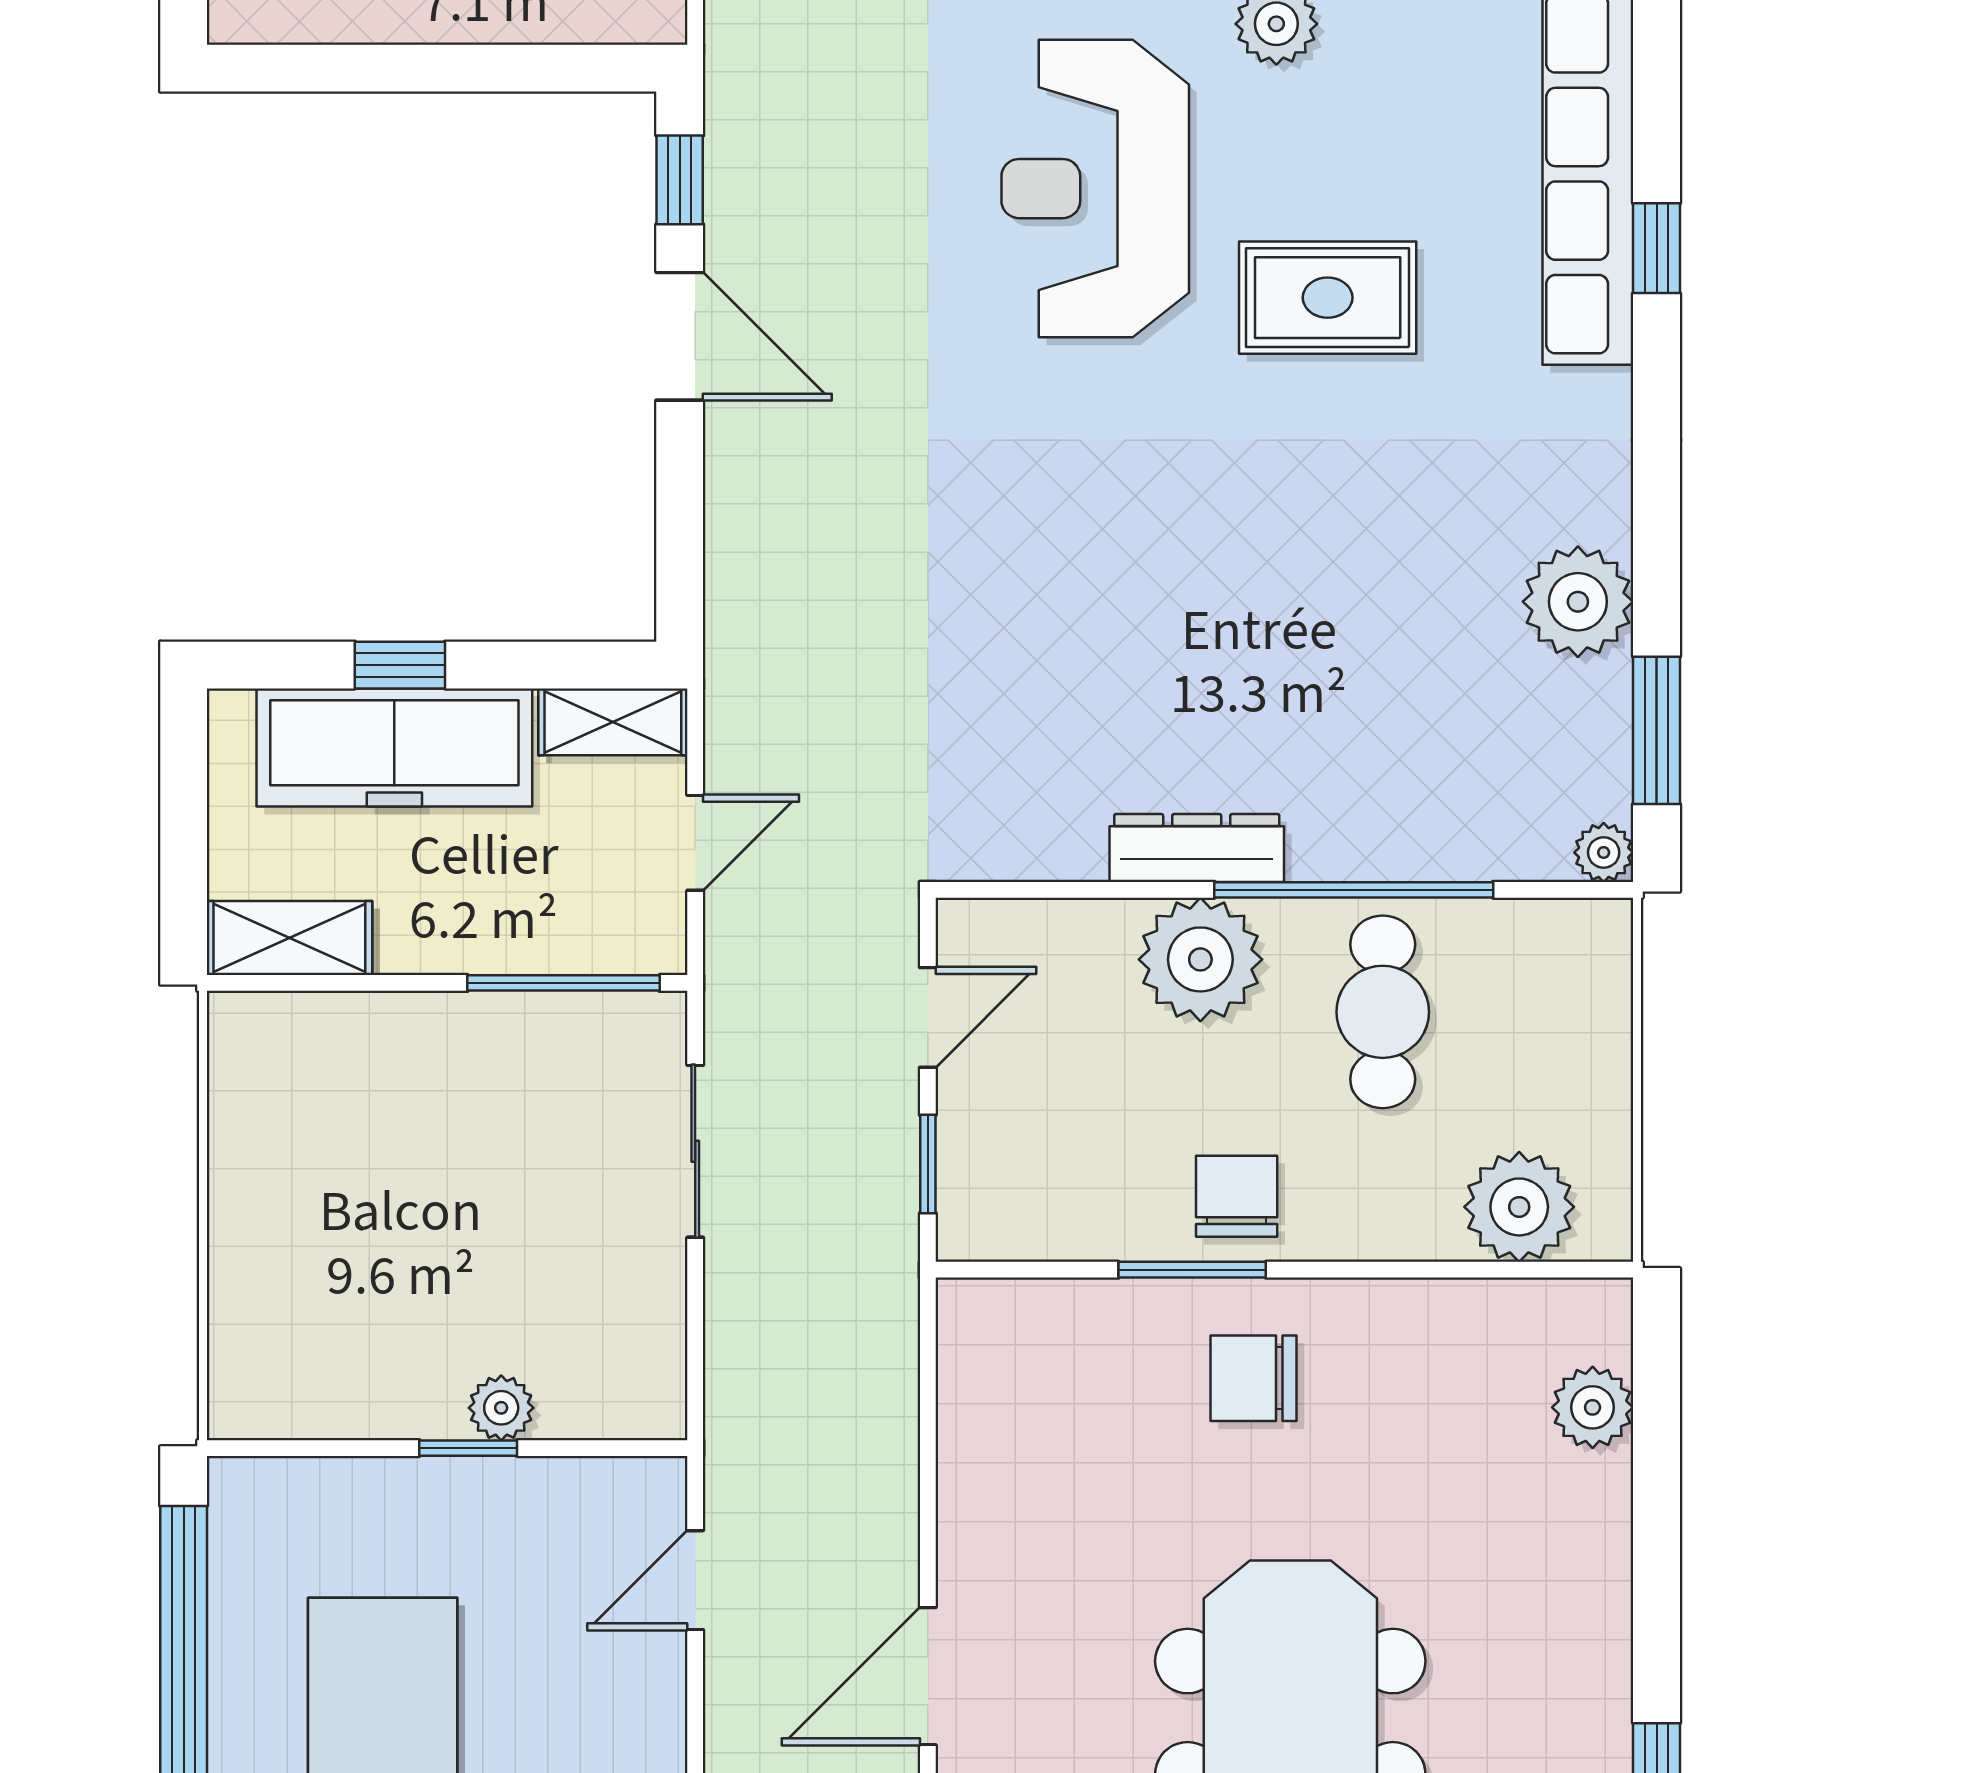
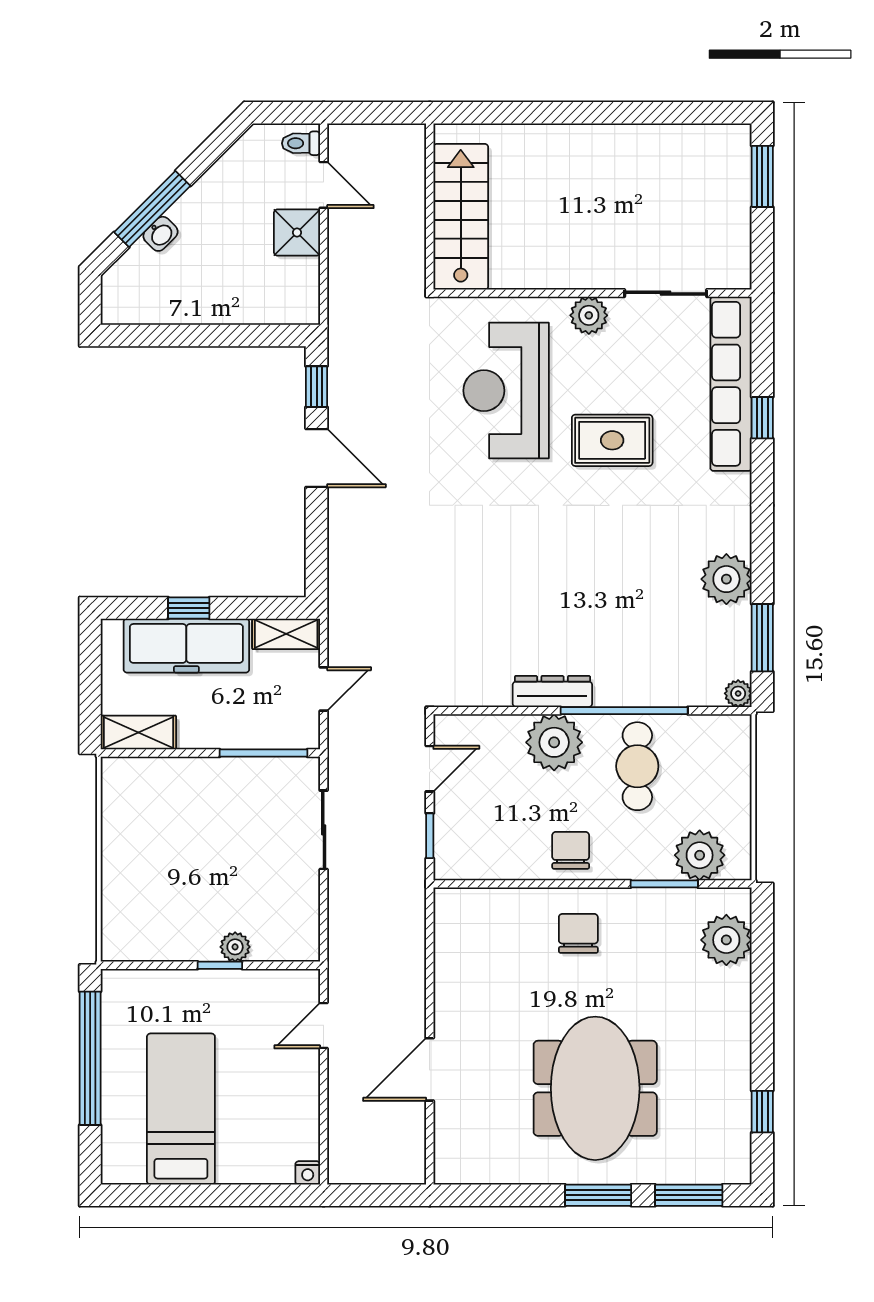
window: (1192, 1270) -> (664, 884), moved
chair: (1254, 1378) -> (578, 933), turned 90
plant: (1593, 1407) -> (726, 940), width x1.36, depth x1.36

